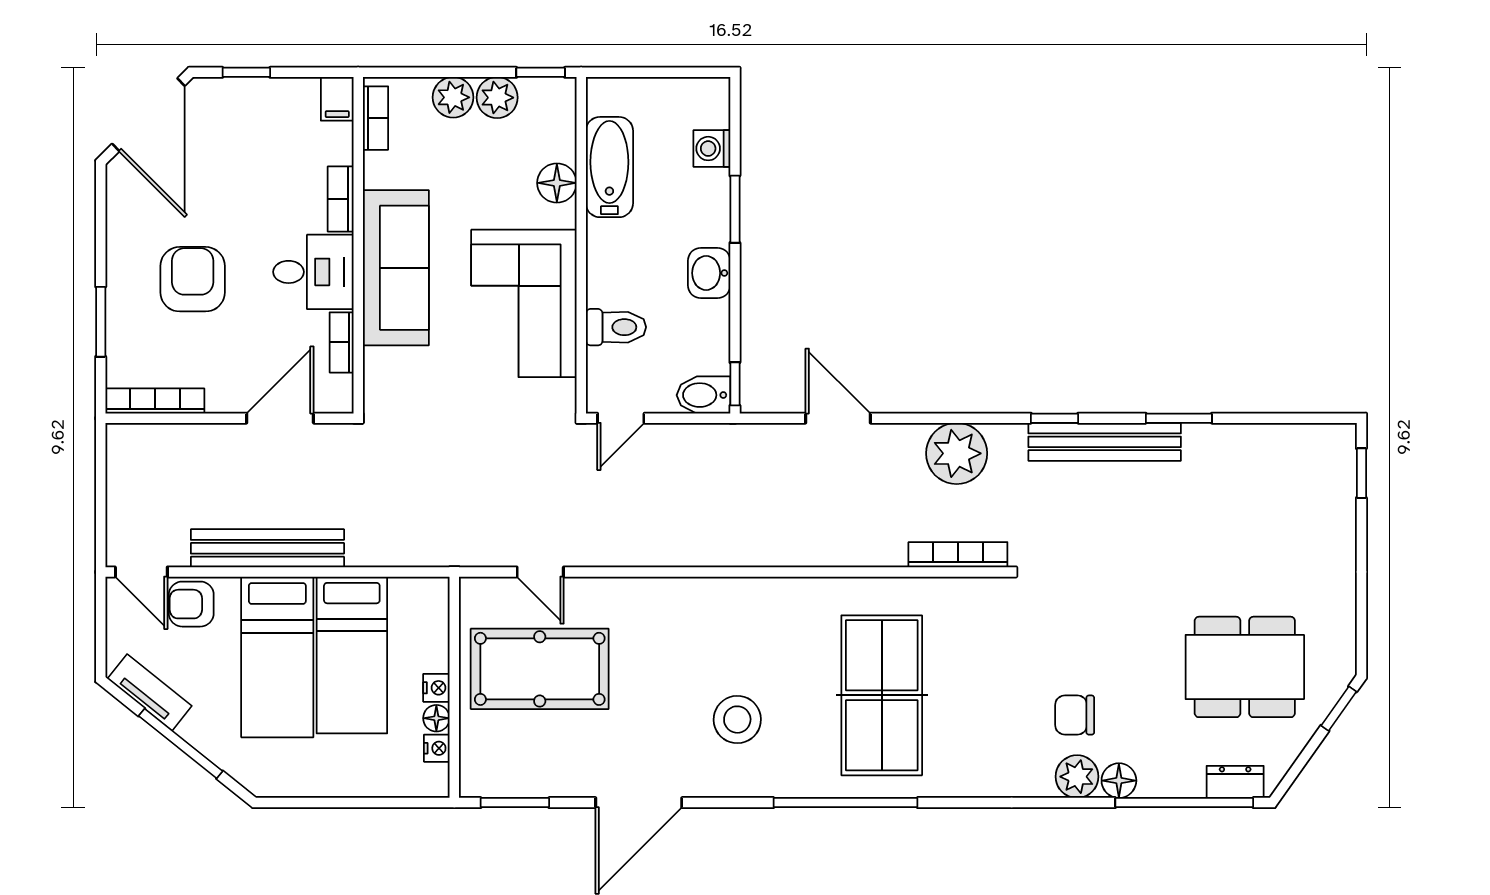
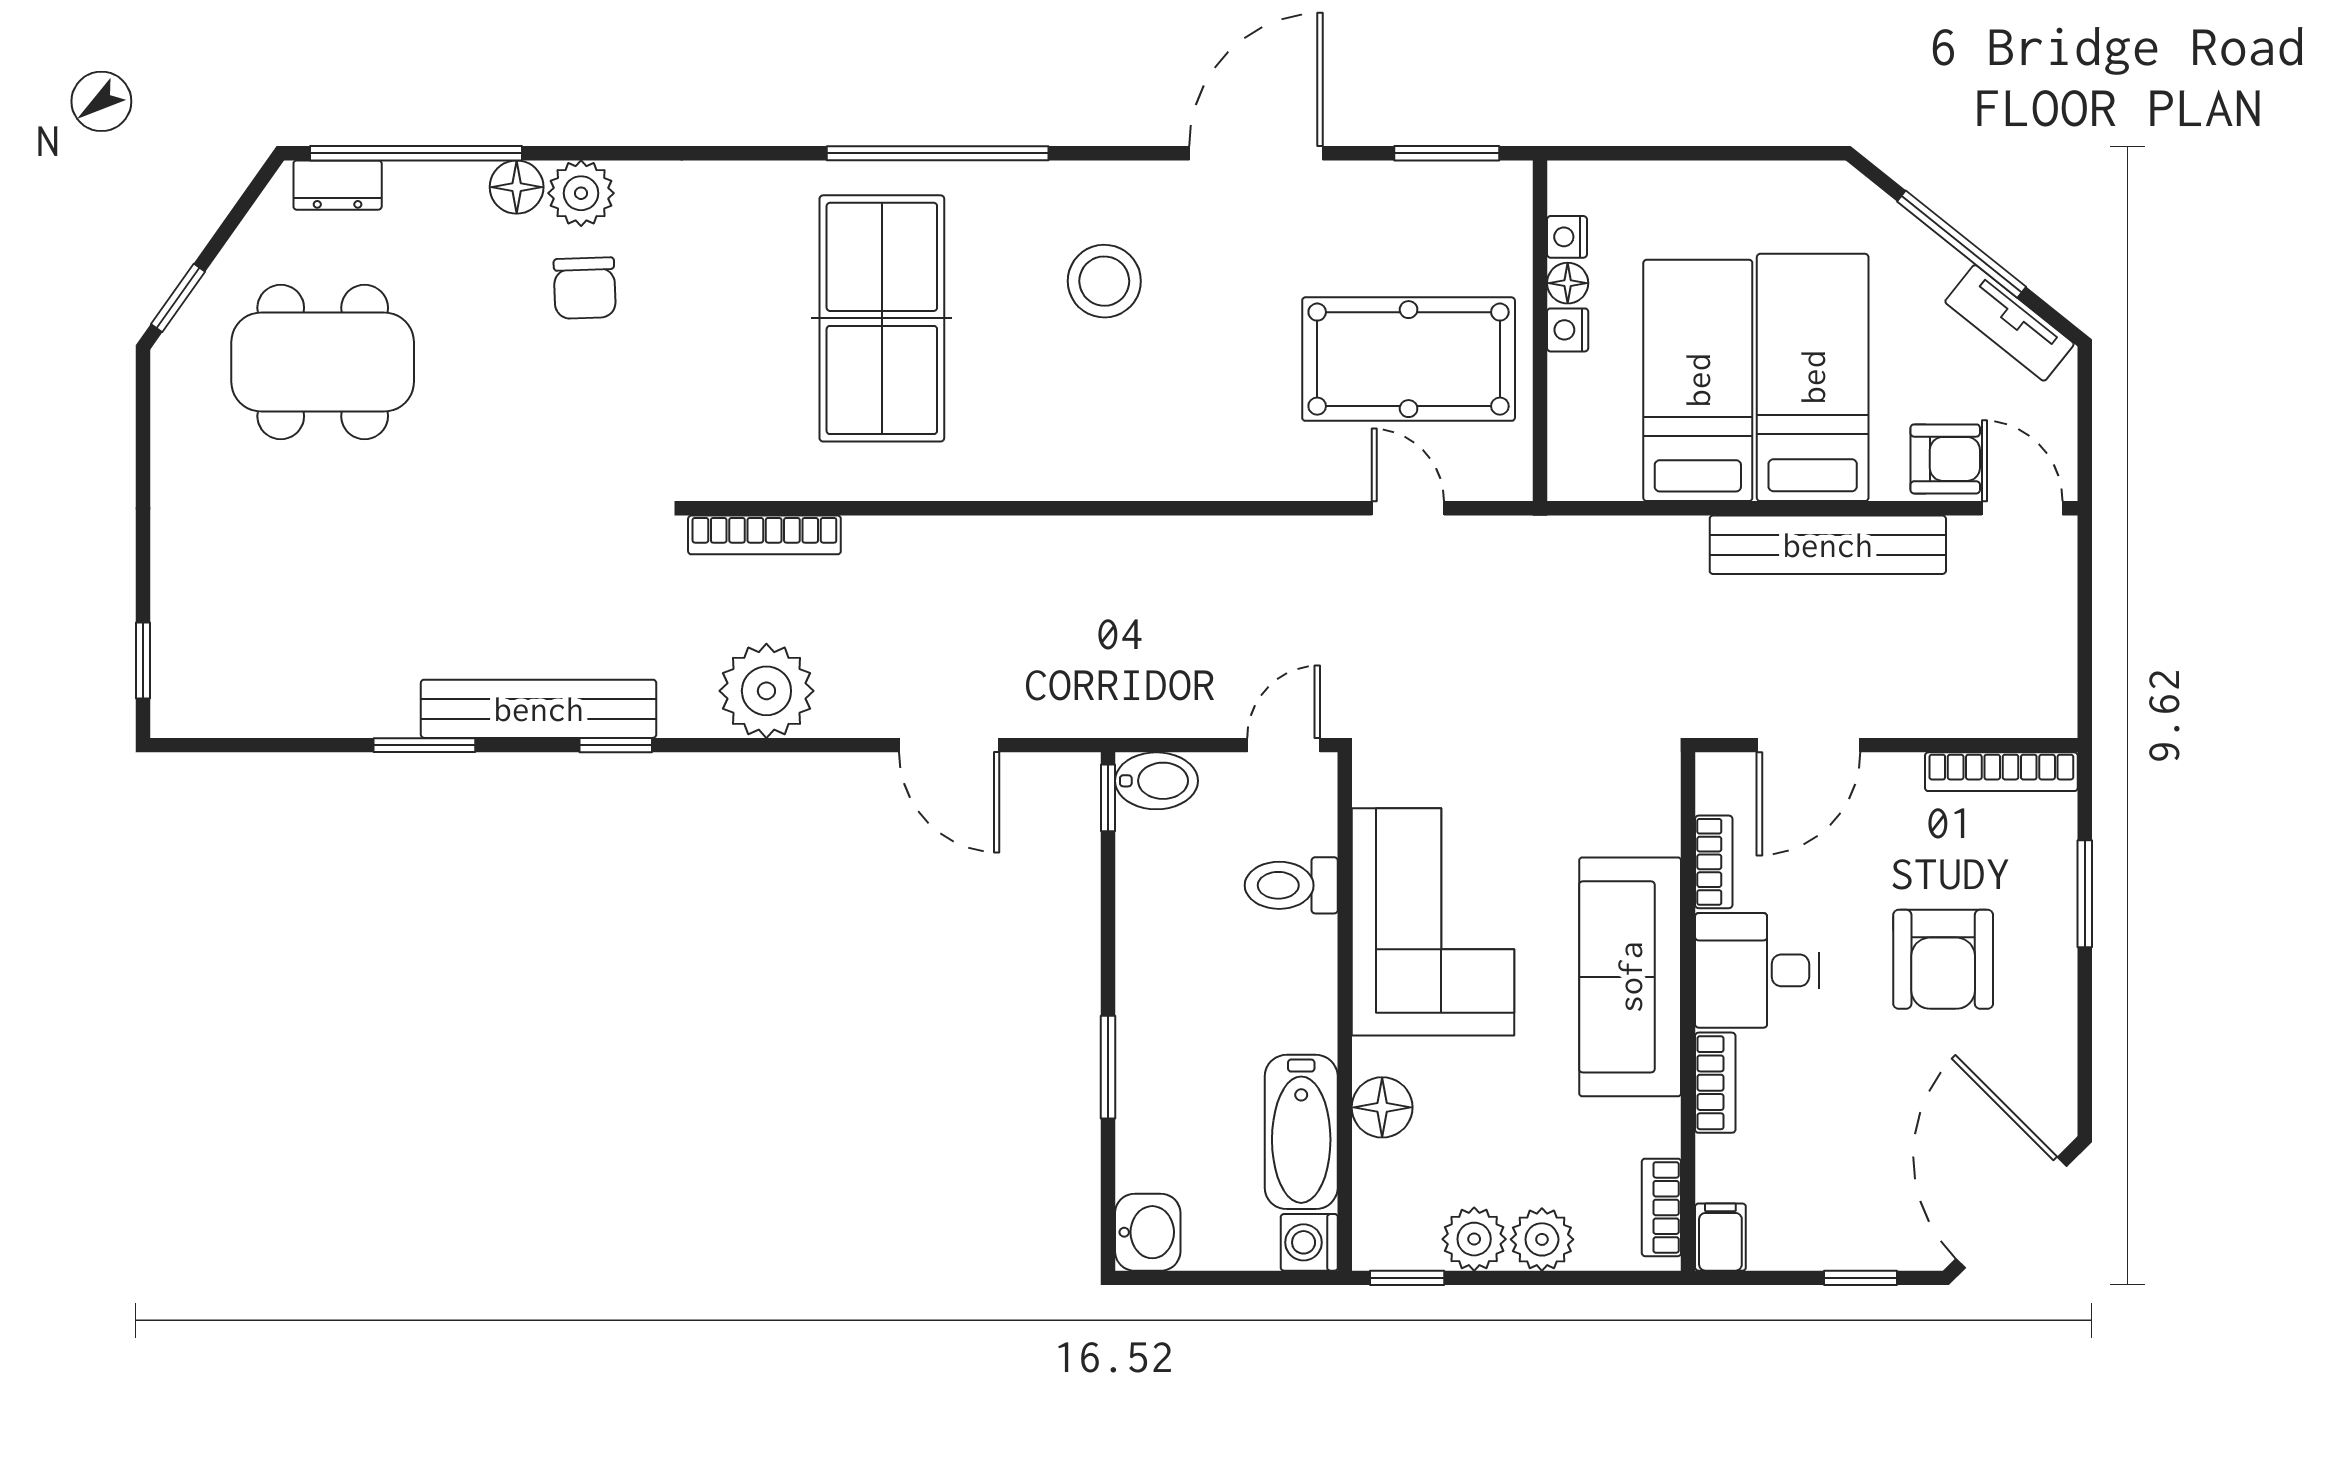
washing machine: (712, 149) -> (1309, 1242), moved, turned 180
washbasin: (709, 273) -> (1148, 1232), moved
chair: (1075, 715) -> (585, 288), turned 88

